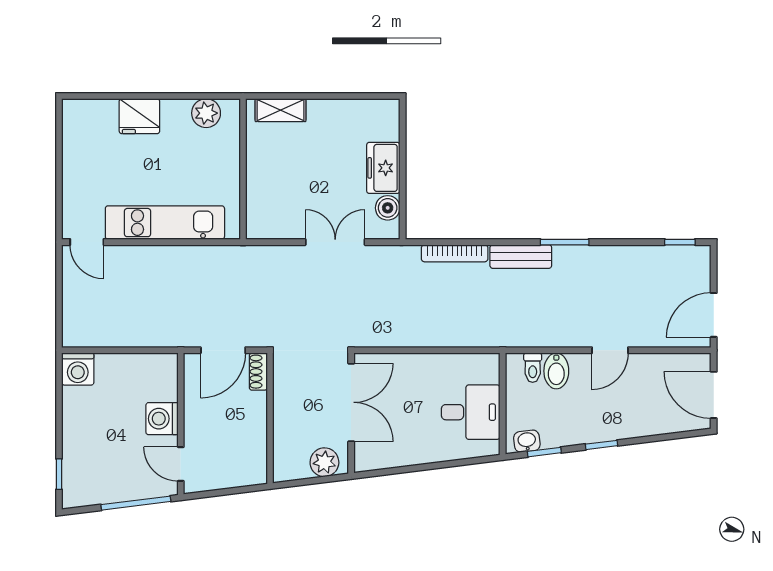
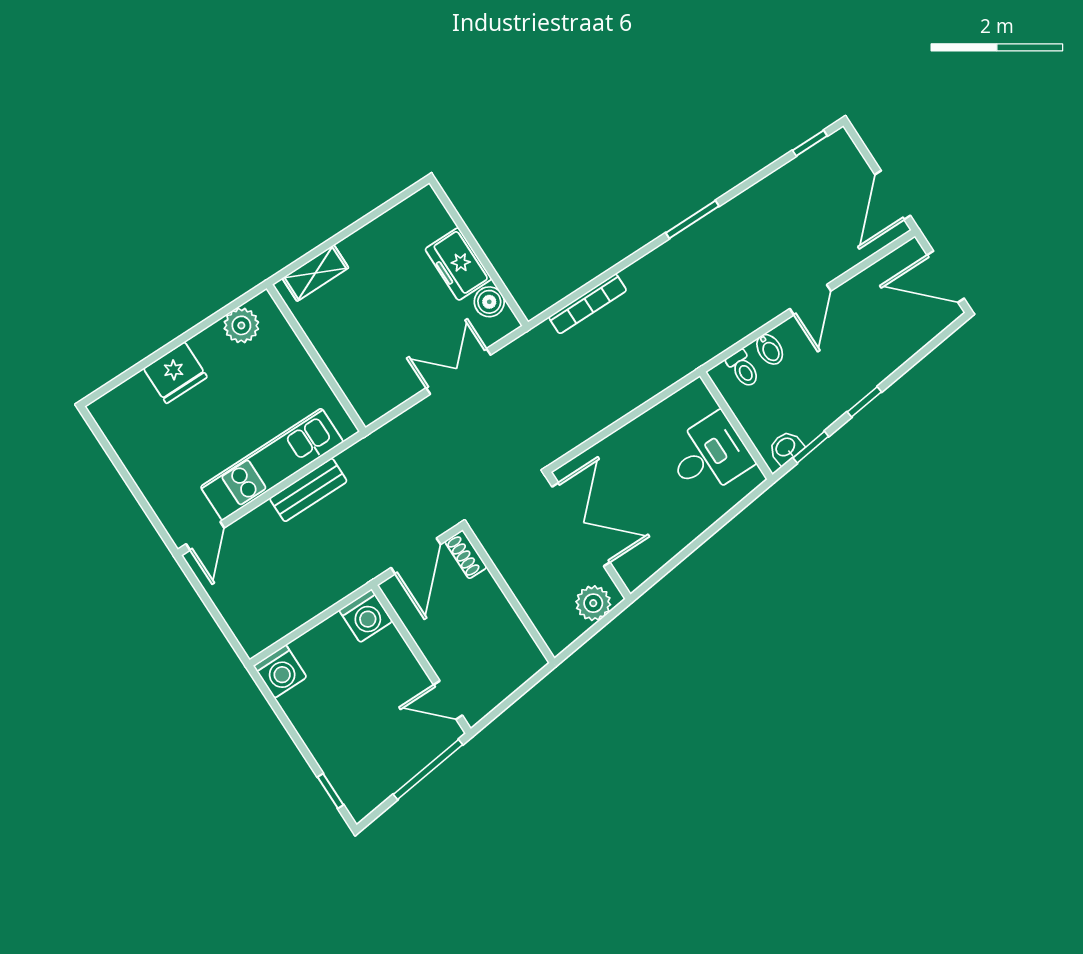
door: (87, 242) -> (205, 536), hinge flipped
bench: (521, 257) -> (308, 490), moved
bidet: (556, 371) -> (770, 349), width x0.72, depth x0.74
washing machine: (162, 419) -> (366, 616), moved, turned -90

